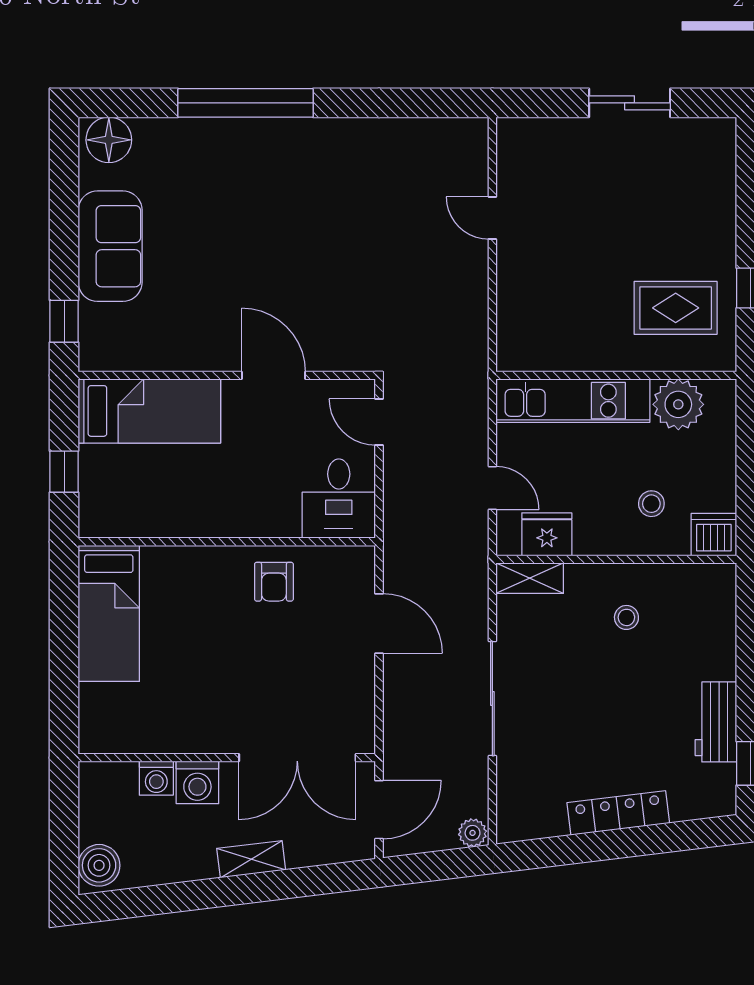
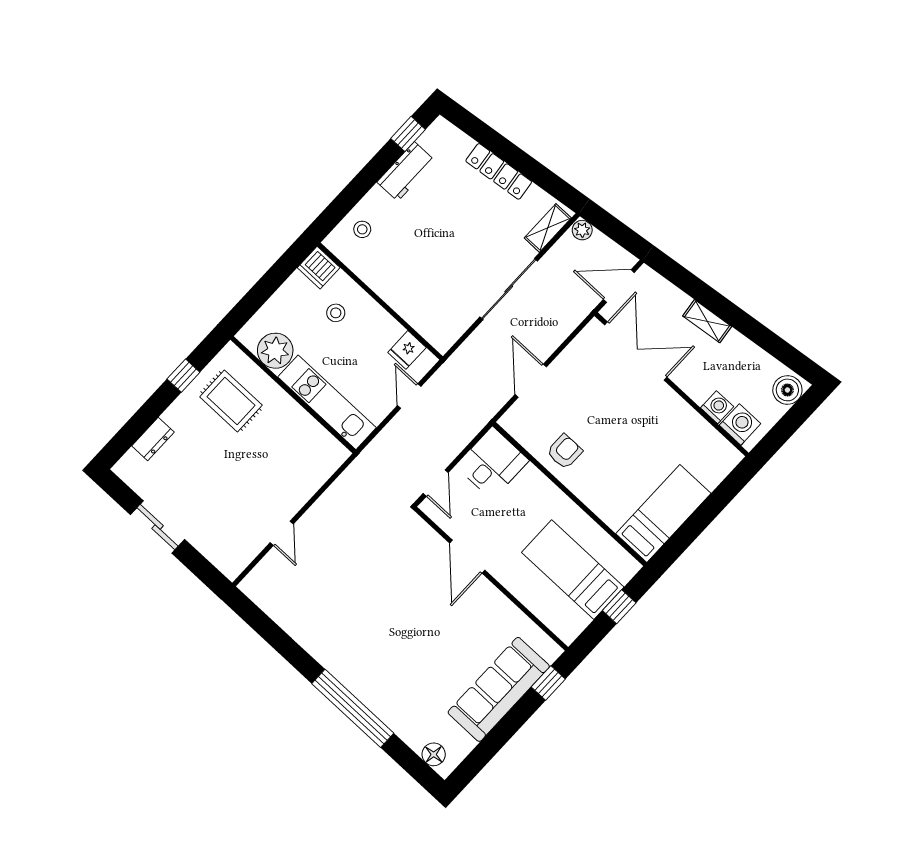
floor lamp: (109, 140) -> (434, 754), width x0.73, depth x0.73
dresser: (721, 191) -> (153, 439), added
sofa: (110, 246) -> (499, 689), width x1.36
bed: (149, 411) -> (573, 570), moved
fridge: (547, 534) -> (407, 350), width x0.72
shelving: (530, 578) -> (548, 228), moved, turned 90
stool: (626, 617) -> (362, 229), moved
washing machine: (197, 782) -> (740, 424), moved

